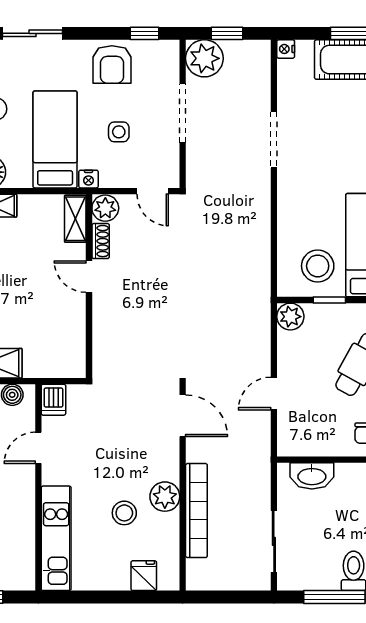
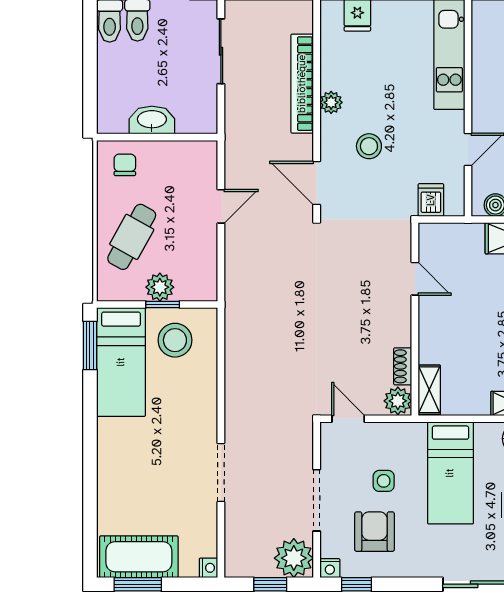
armchair: (112, 65) -> (374, 532), moved
nightstand: (89, 179) -> (330, 568), moved, turned 180
door: (89, 277) -> (415, 279), moved
plant: (290, 317) -> (160, 287), moved
dishwasher: (53, 400) -> (431, 200), moved
washbasin: (312, 476) -> (152, 120), moved
plant: (165, 497) -> (331, 102), width x0.73, depth x0.73
stool: (124, 513) -> (369, 146), moved

